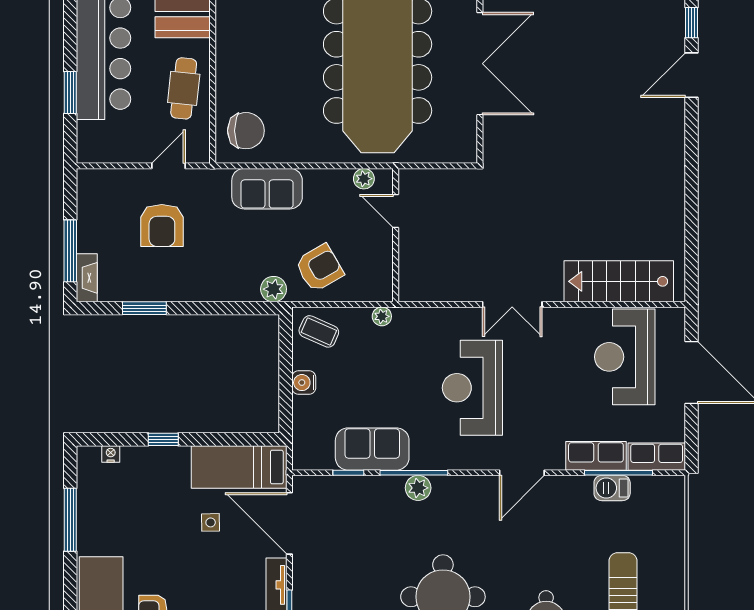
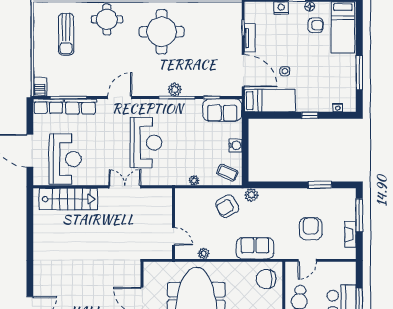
door: (396, 211) -> (174, 236), moved
wall: (396, 235) -> (174, 224), moved
fireplace: (87, 278) -> (350, 234), moved
sofa: (372, 449) -> (222, 110), moved
barbecue: (612, 488) -> (40, 87), moved, turned 90

